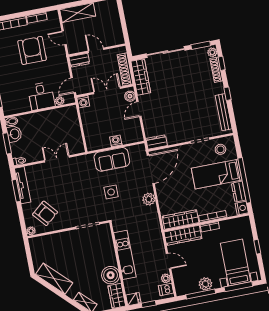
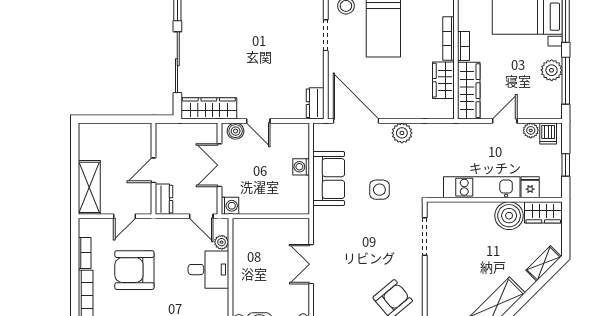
shoe rack: (125, 69) -> (192, 131), removed
wardrobe: (181, 219) -> (443, 80), width x0.67
fridge: (133, 299) -> (530, 187), moved

